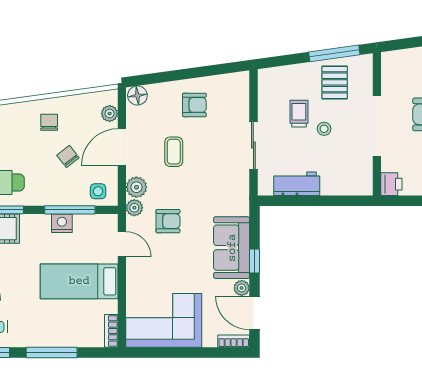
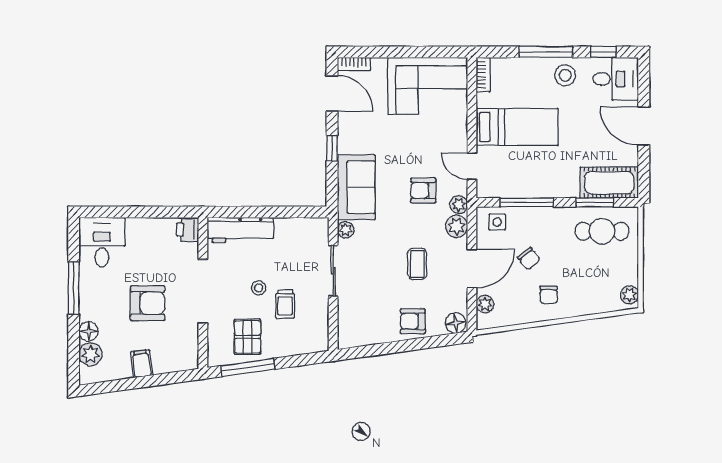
armchair: (194, 105) -> (413, 321), moved
workbench: (297, 184) -> (240, 230), moved, width x1.38
nightstand: (62, 223) -> (535, 188), removed
sofa: (232, 248) -> (356, 187), moved
plant: (242, 288) -> (346, 230), moved
stool: (33, 330) -> (565, 75), added

